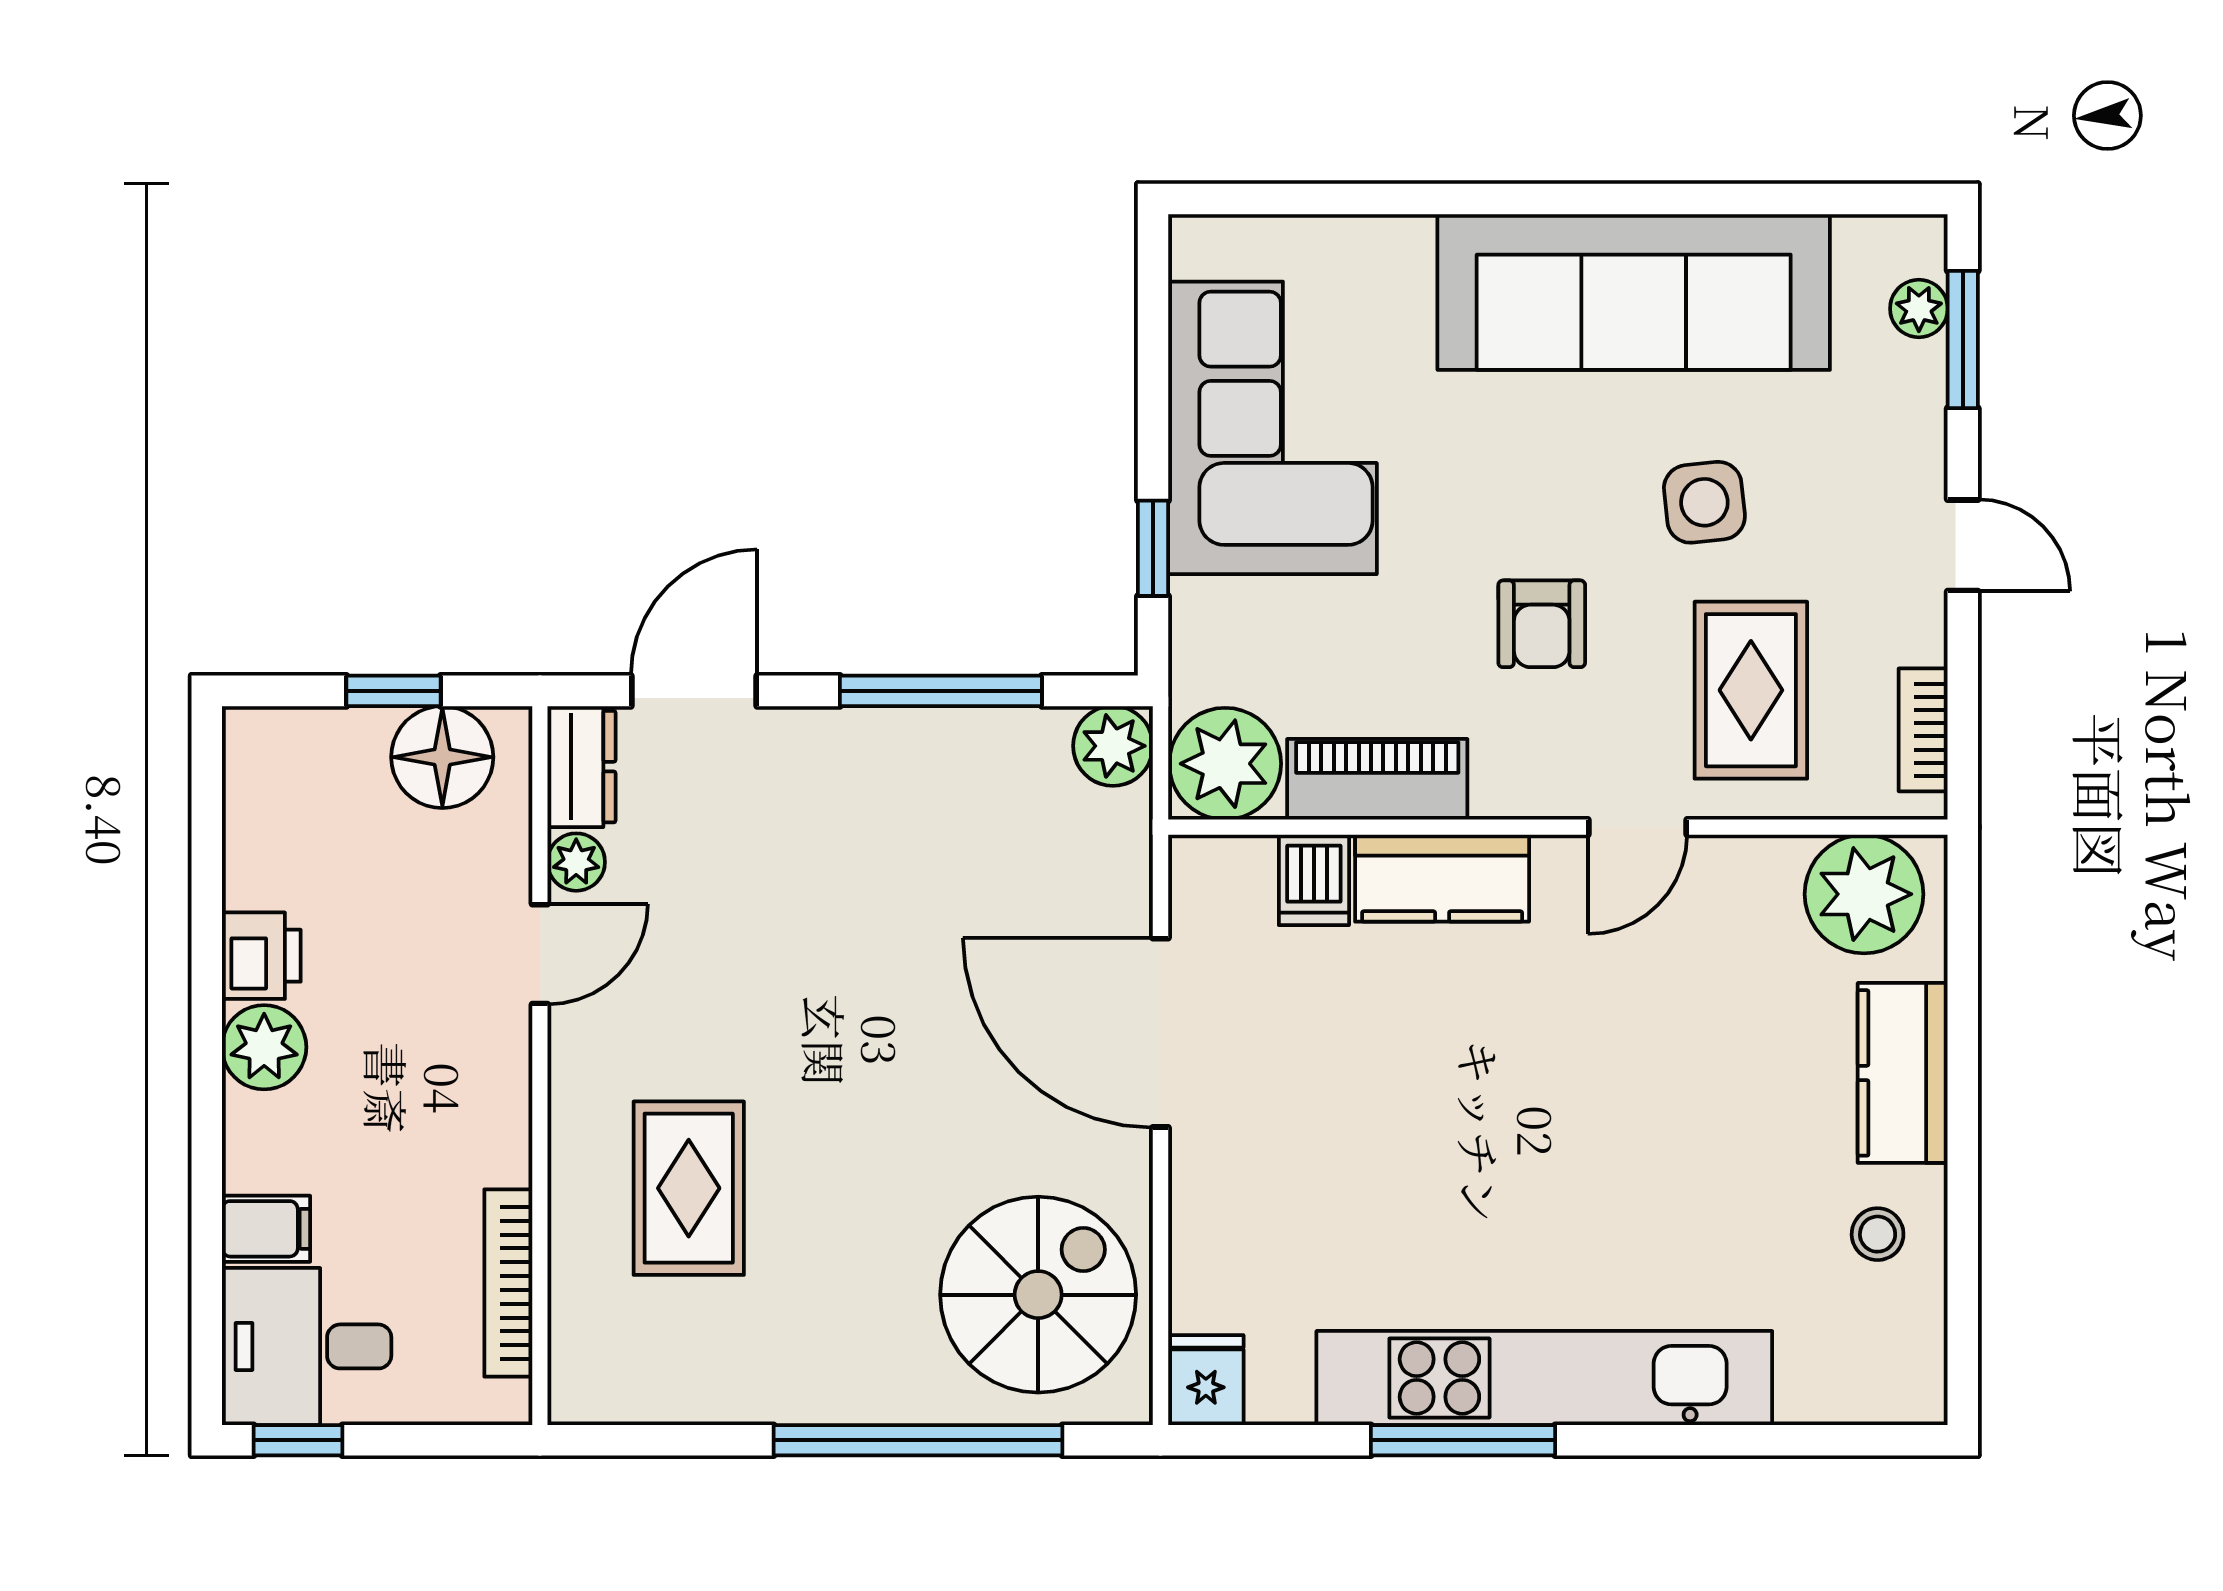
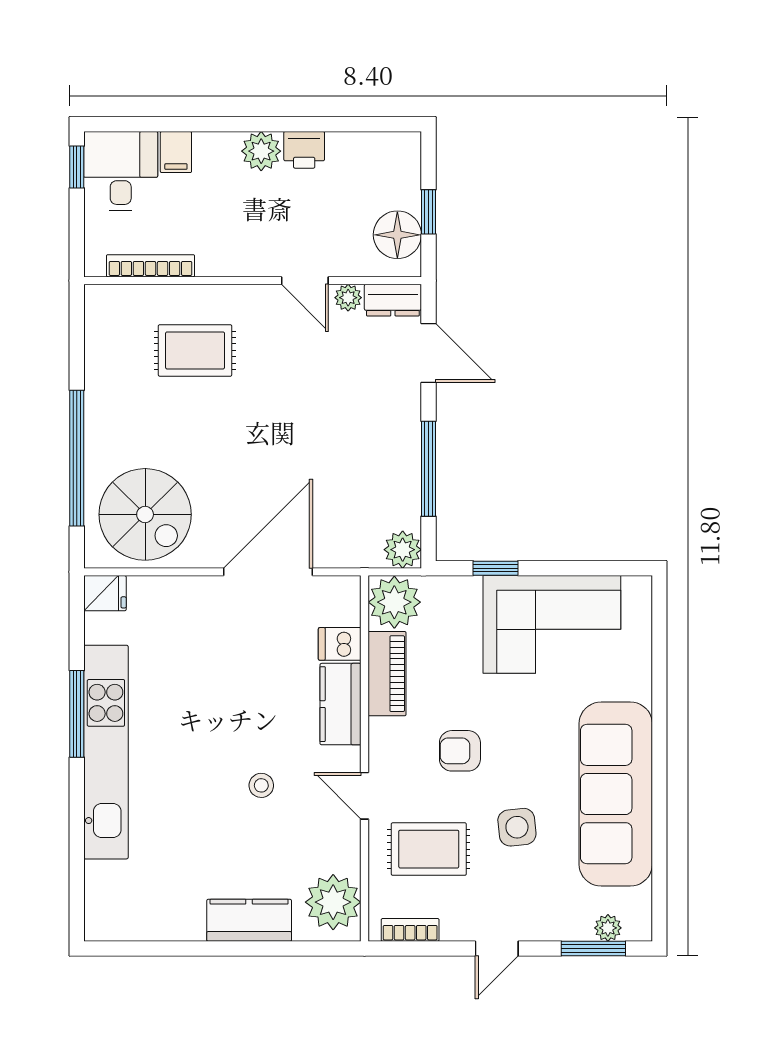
stool: (1878, 1234) -> (261, 785), moved

